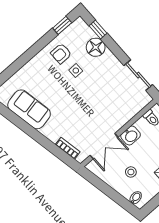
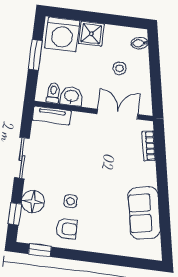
sliding door: (138, 75) -> (22, 158), moved
tv unit: (138, 105) -> (52, 115), added
washbasin: (131, 135) -> (71, 96), moved

